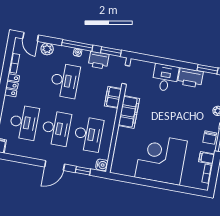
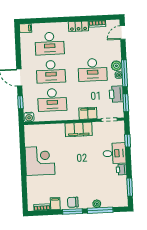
plant: (47, 49) -> (116, 66), moved
window: (154, 59) -> (128, 141), added
printer: (190, 78) -> (121, 170), width x0.53, depth x0.68
corner desk: (161, 159) -> (40, 161), width x0.74, depth x0.74

